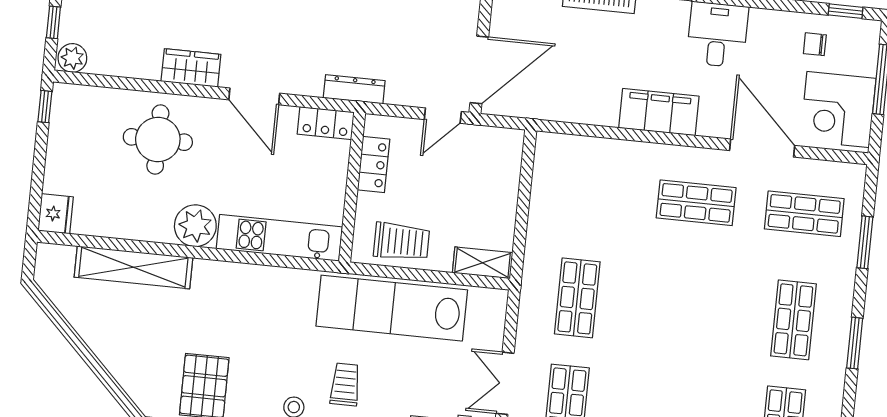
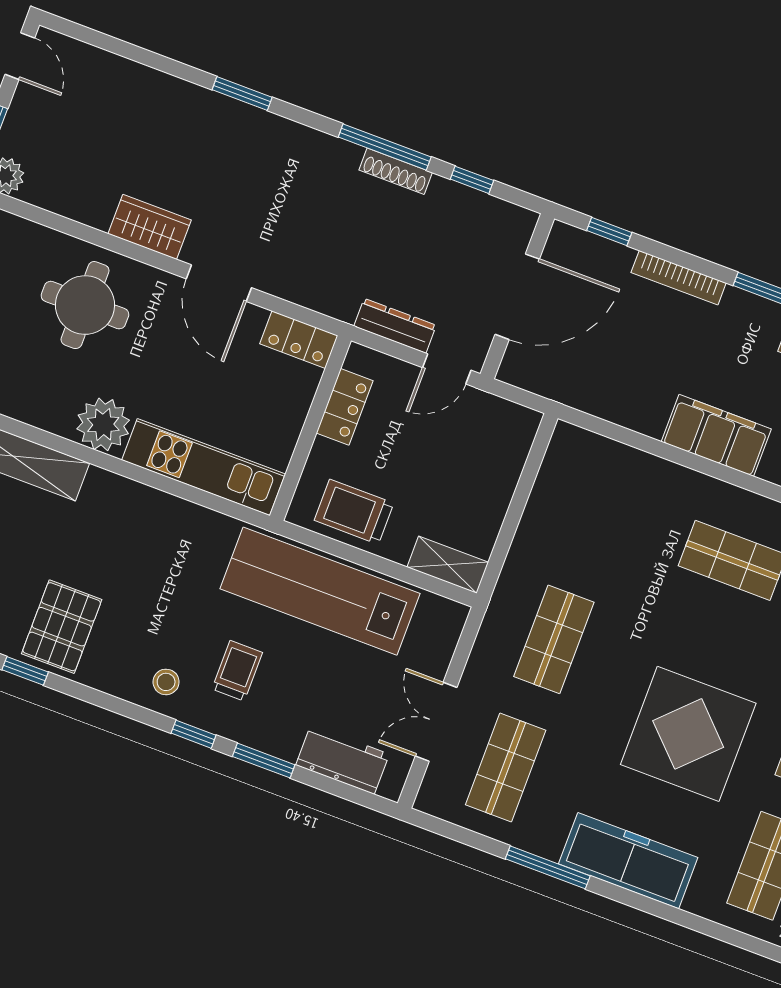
door: (479, 70) -> (517, 297), moved
dresser: (354, 89) -> (395, 326), moved
trolley: (401, 242) -> (354, 512), turned 180
display table: (697, 342) -> (688, 734), added

